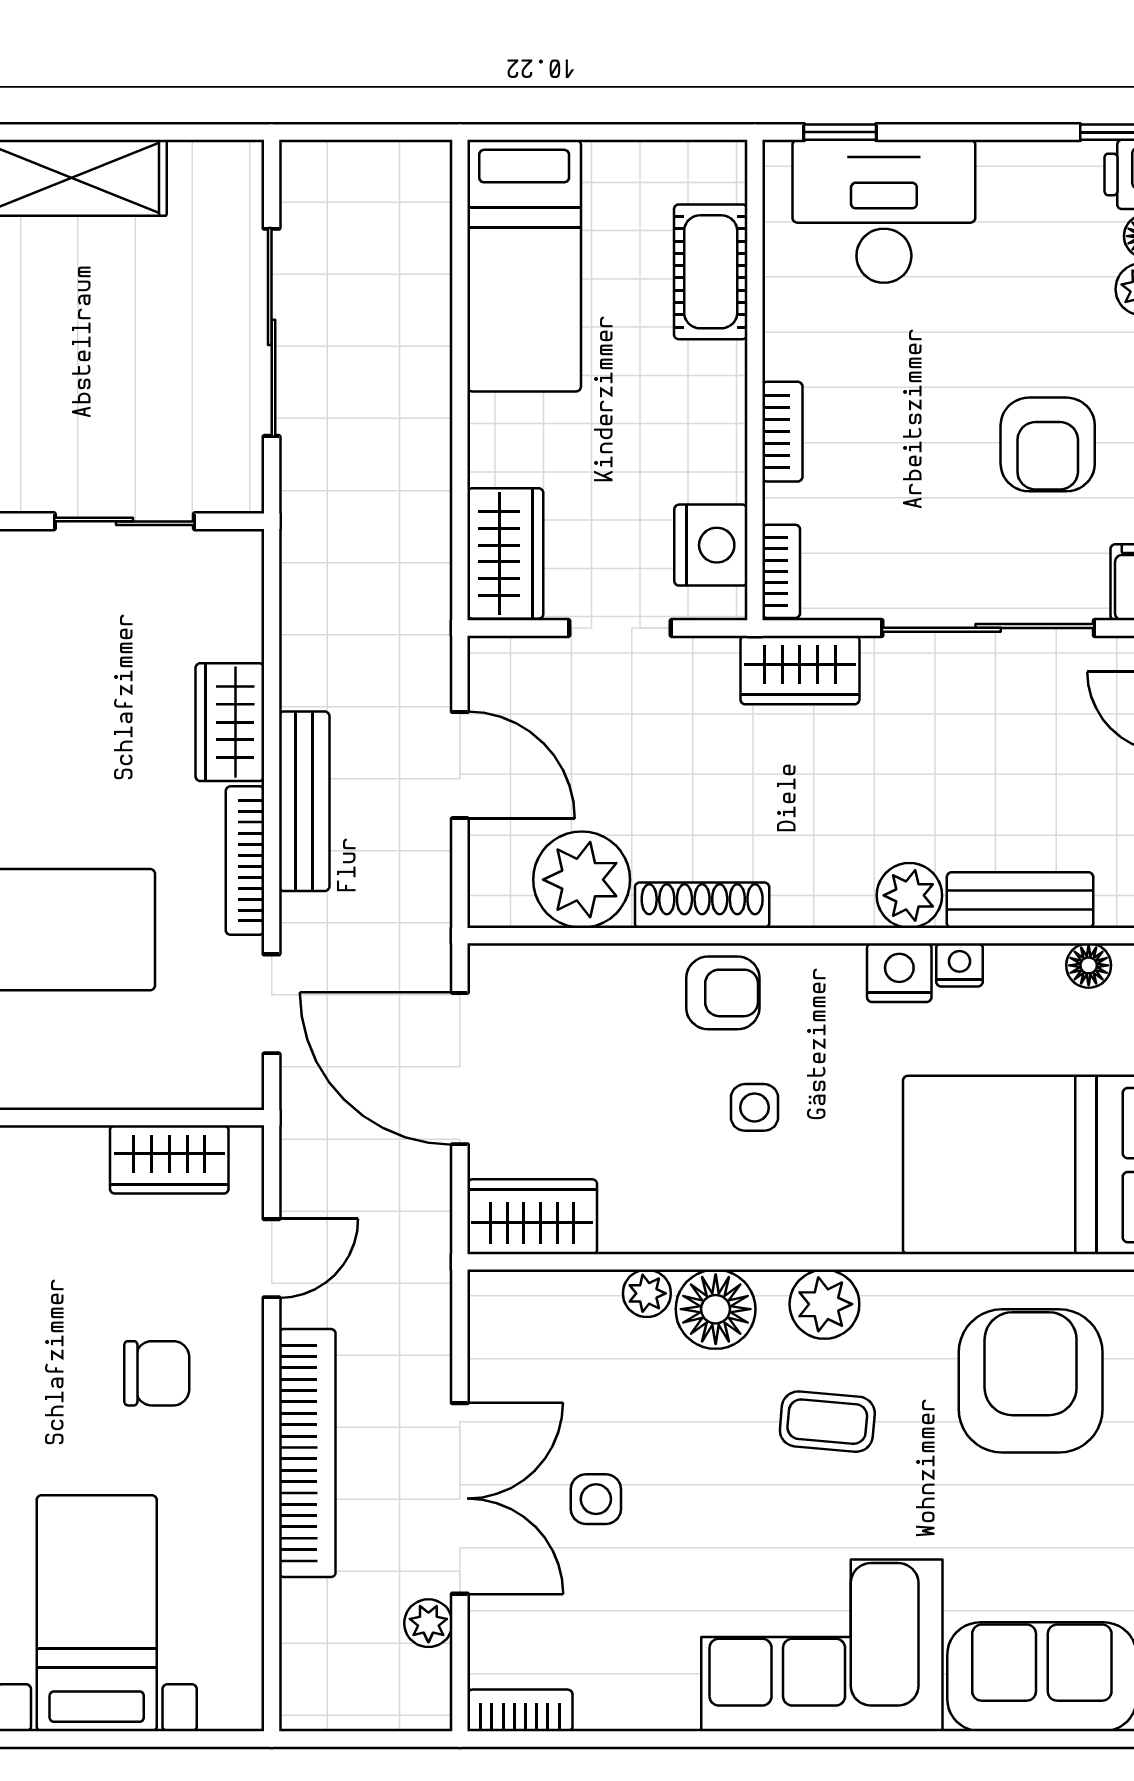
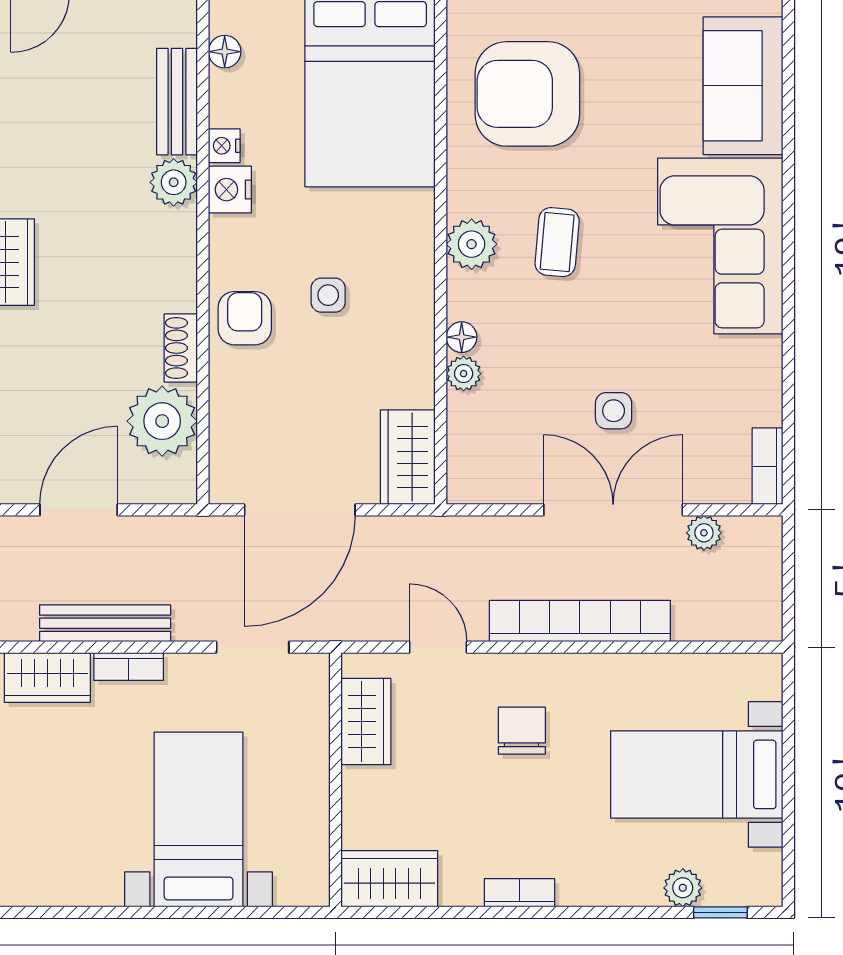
bookcase: (245, 861) -> (129, 666), width x0.64
shoe rack: (702, 905) -> (181, 348), width x0.70
floor lamp: (716, 1309) -> (462, 337), width x0.53, depth x0.53

